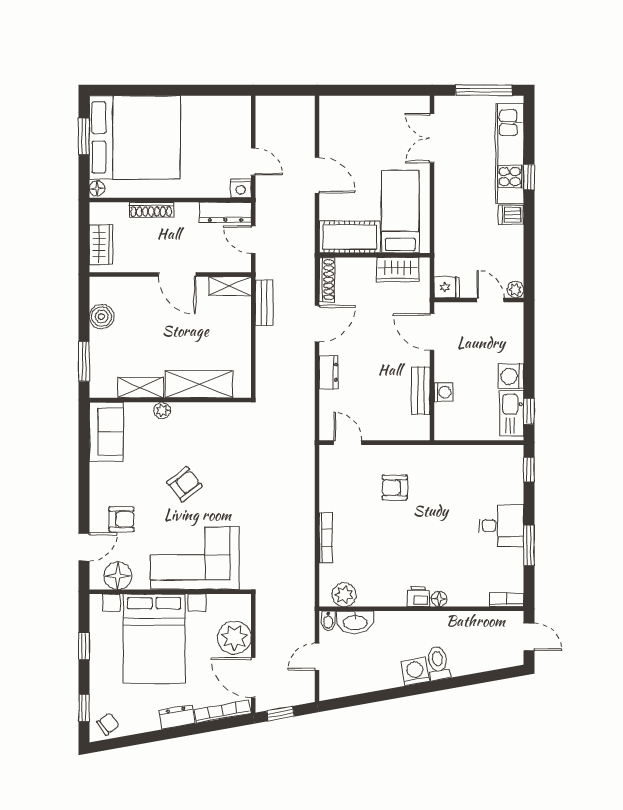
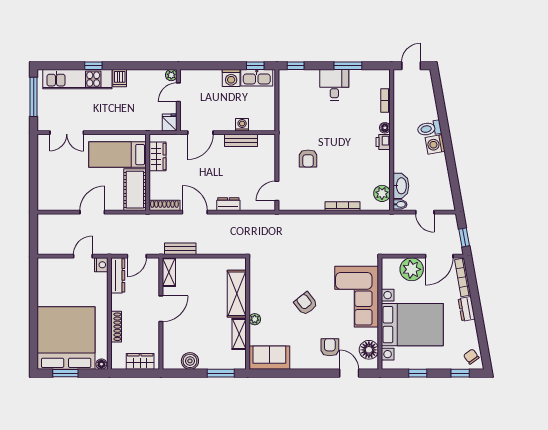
bookcase: (507, 600) -> (385, 100), moved

